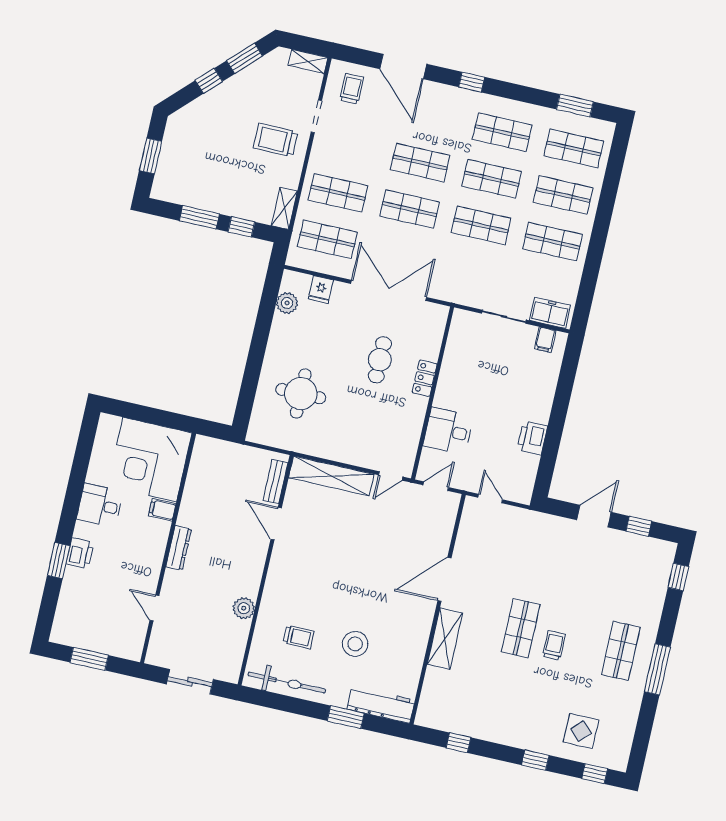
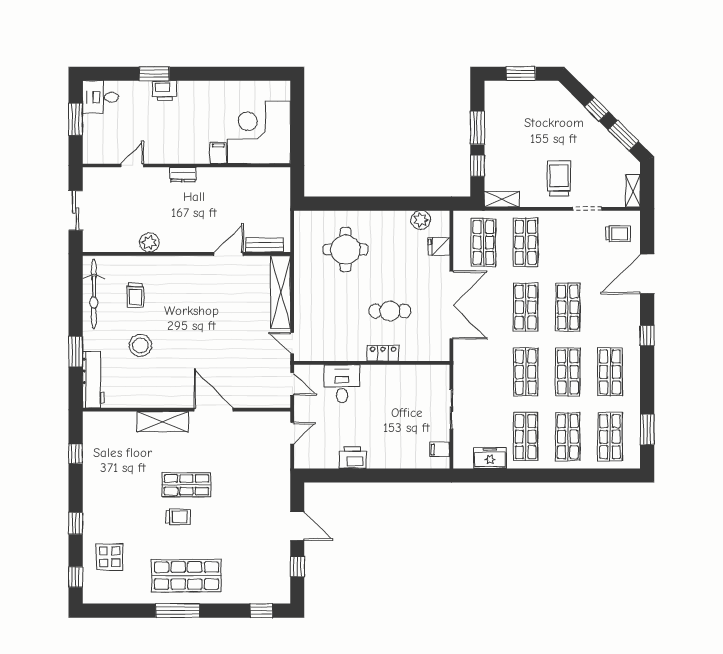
freezer: (550, 313) -> (490, 458), moved, turned -90
desk: (100, 505) -> (100, 97), moved, turned -90
dresser: (179, 548) -> (183, 175), width x0.70
shop shelf: (621, 651) -> (186, 576), width x1.43, depth x1.36

